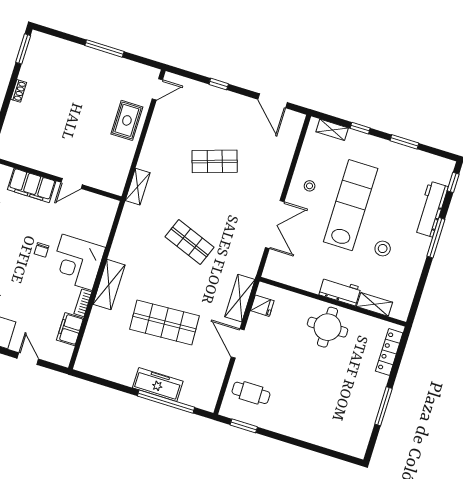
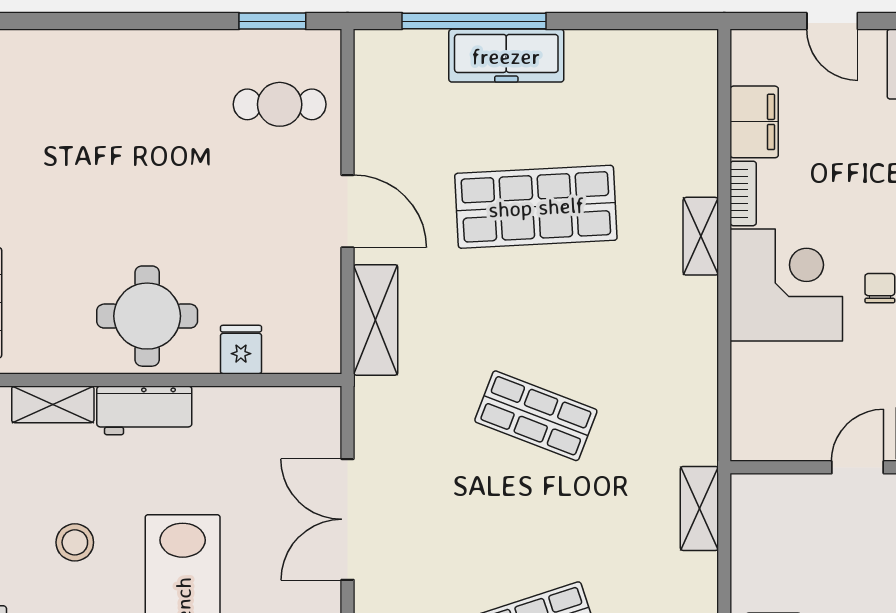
shelving: (109, 285) -> (701, 236), width x0.67, depth x0.75
fridge: (262, 306) -> (241, 350), moved, turned 90

